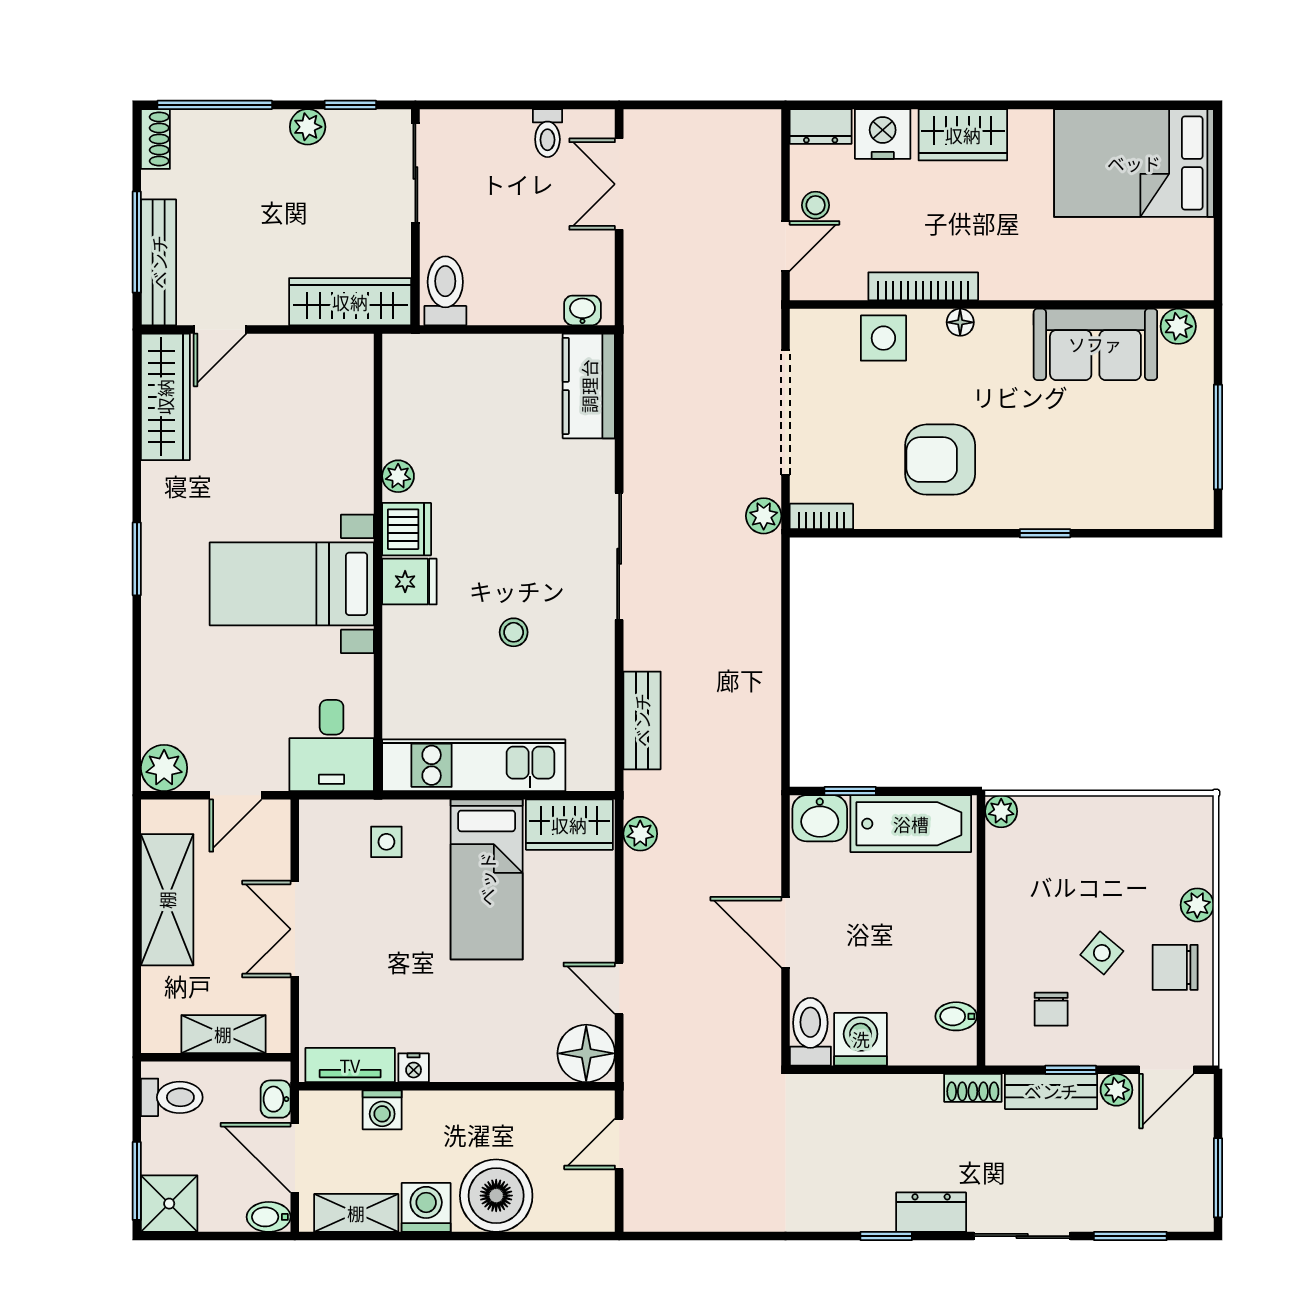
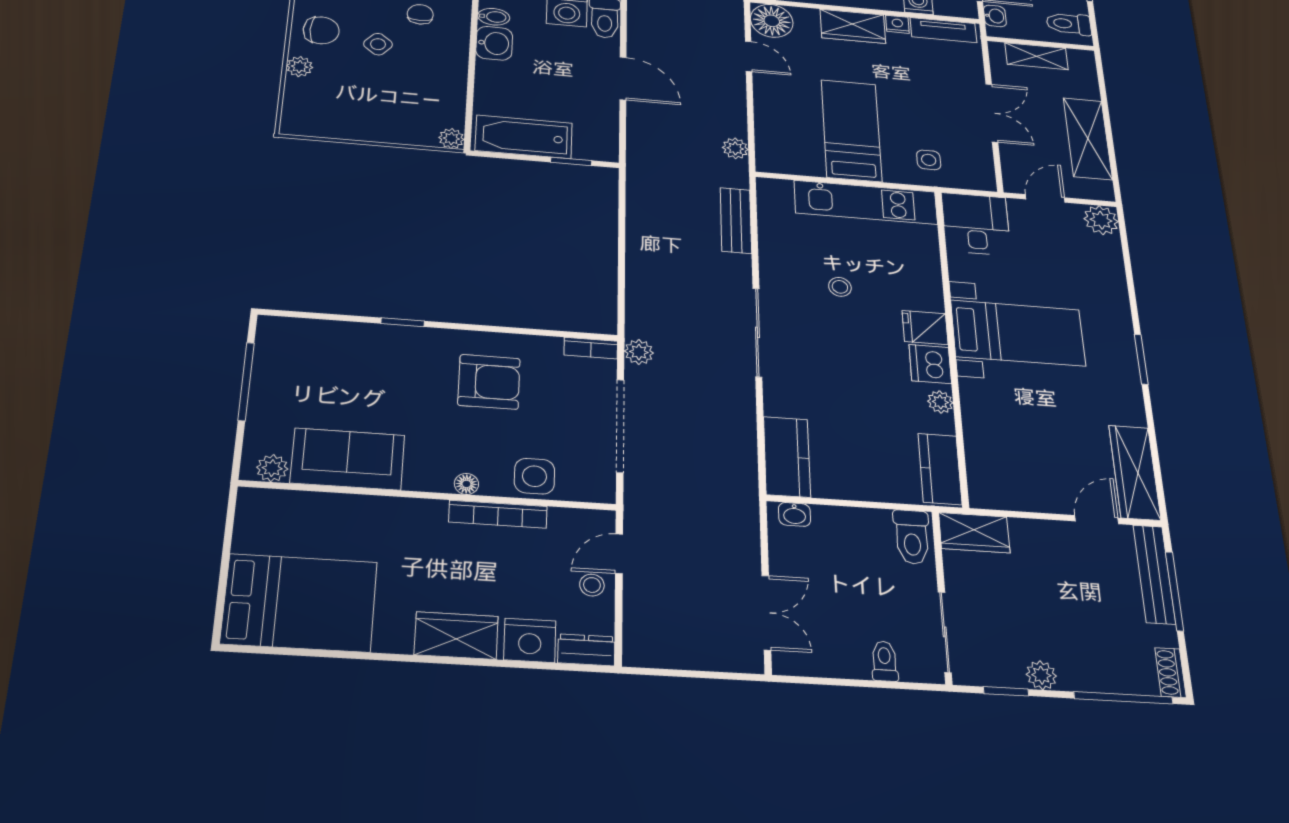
toilet: (547, 133) -> (885, 661), moved
wardrobe: (350, 302) -> (974, 533), width x0.67
kitchen counter: (405, 384) -> (940, 469), added
washbasin: (820, 818) -> (494, 43), moved, turned 90
wardrobe: (569, 825) -> (853, 26), moved, turned 180

